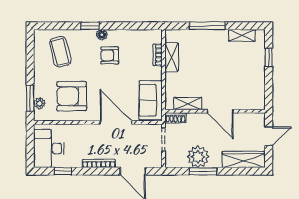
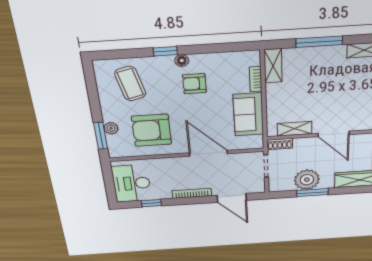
shelving: (172, 57) -> (273, 66), moved
sofa: (151, 100) -> (248, 115), moved
plant: (40, 103) -> (111, 128), moved

